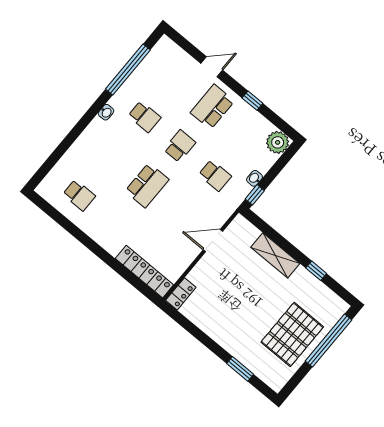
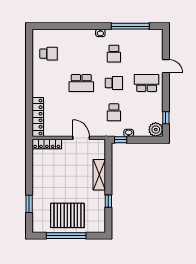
window: (252, 101) -> (166, 118), moved
school desk: (79, 195) -> (49, 54), turned -90
locker: (181, 294) -> (47, 144), width x1.53
window: (328, 340) -> (66, 236), moved

